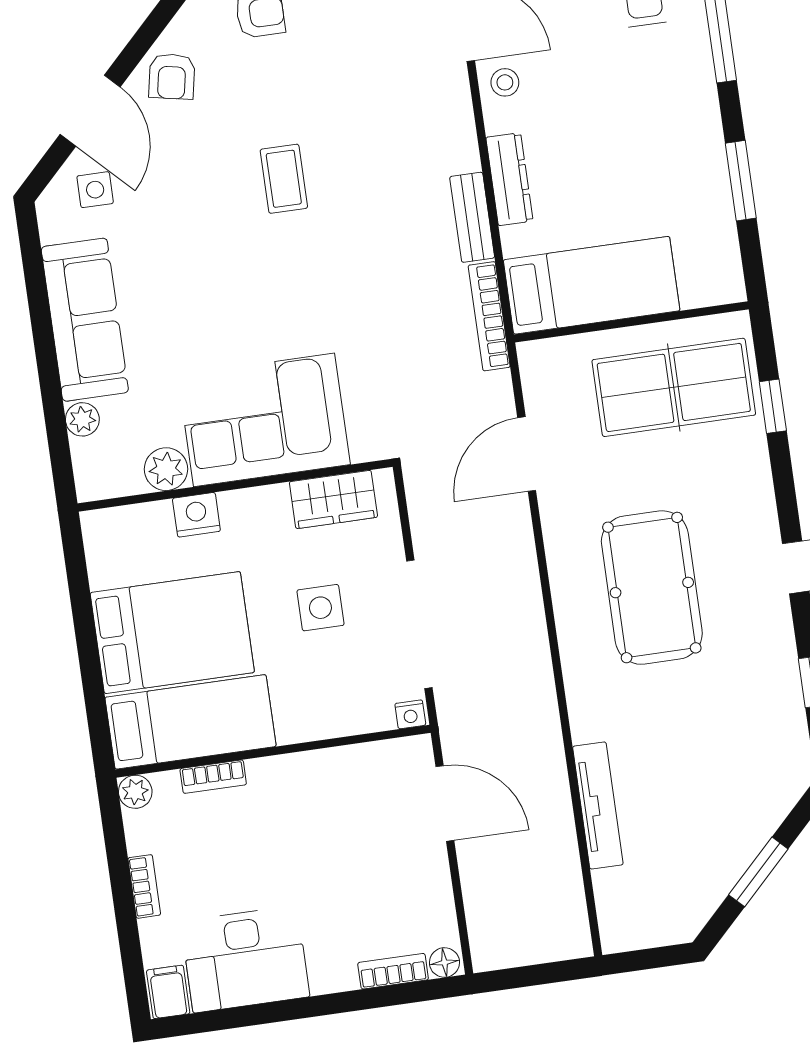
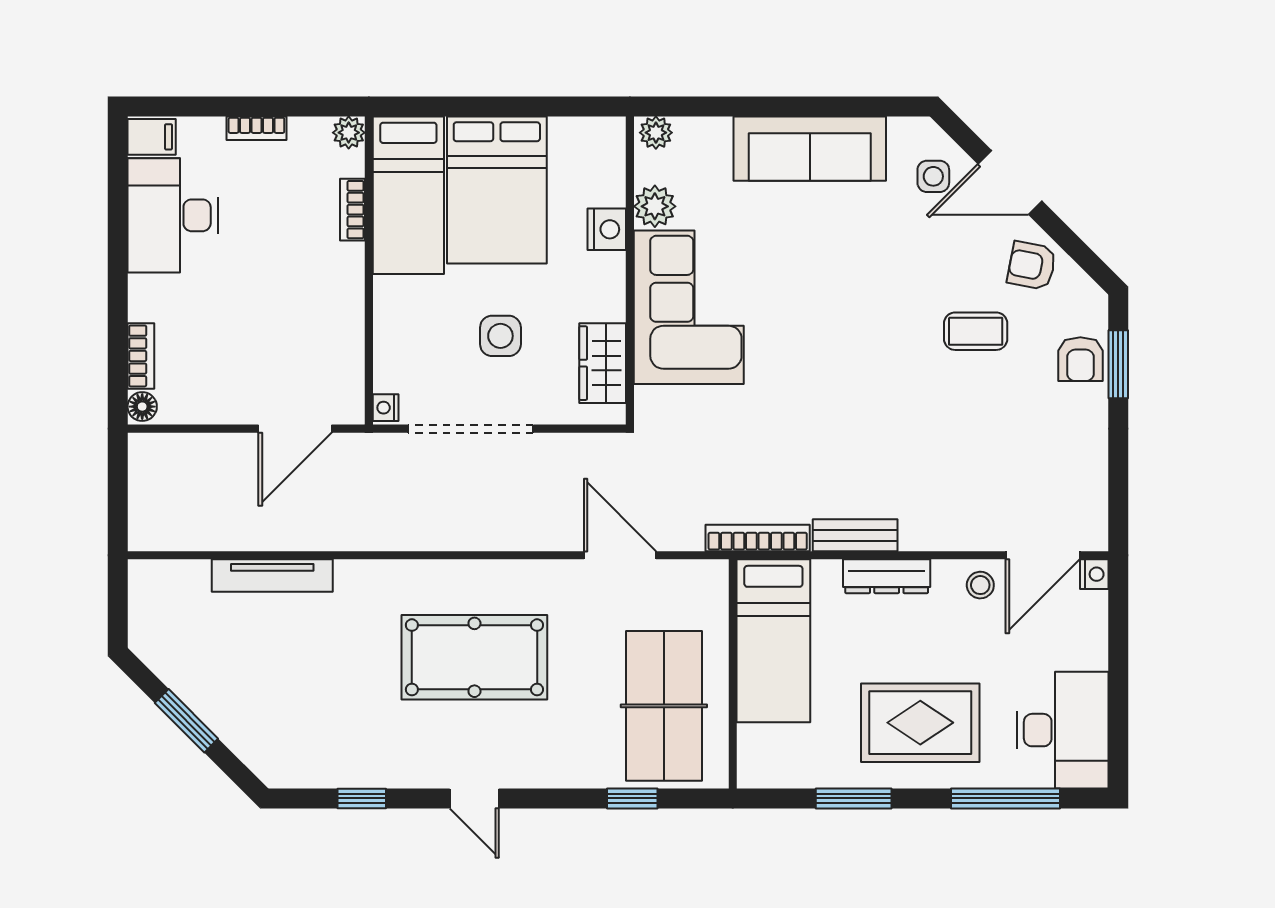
rug: (654, 124) -> (920, 723), added
coffee table: (284, 179) -> (976, 331), moved
plant: (82, 419) -> (656, 133), moved

